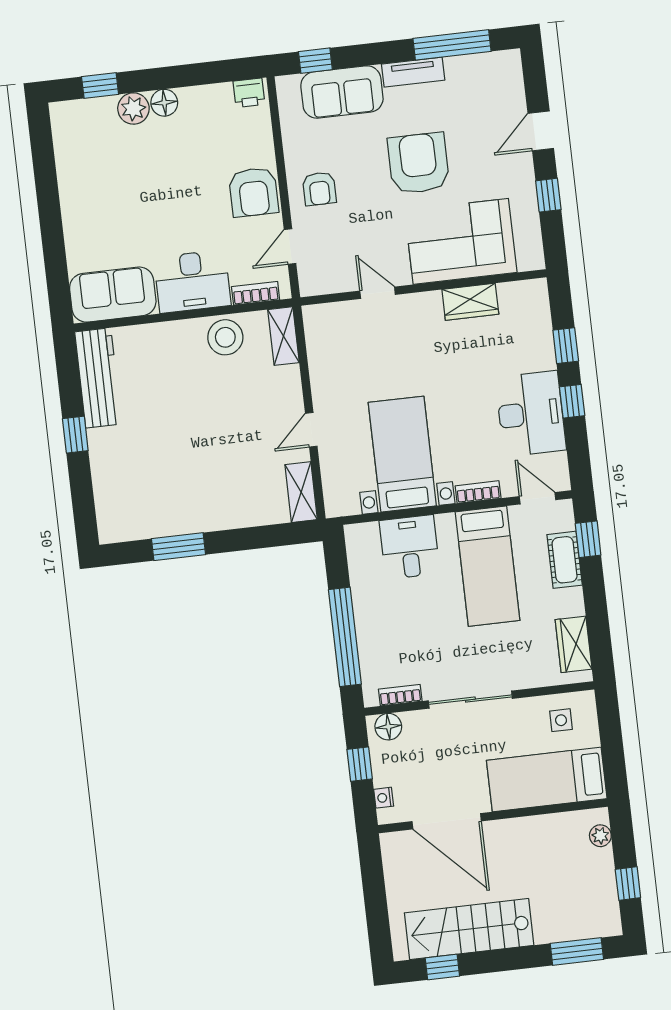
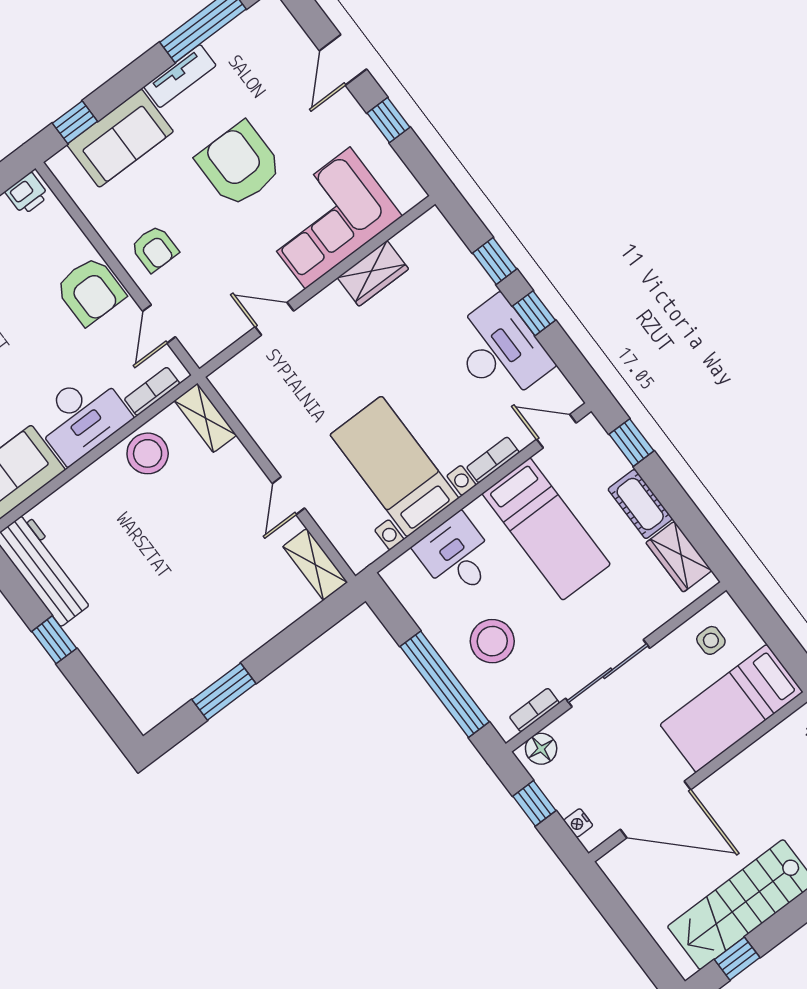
cot: (565, 560) -> (640, 504), moved
stool: (399, 626) -> (492, 641), added

